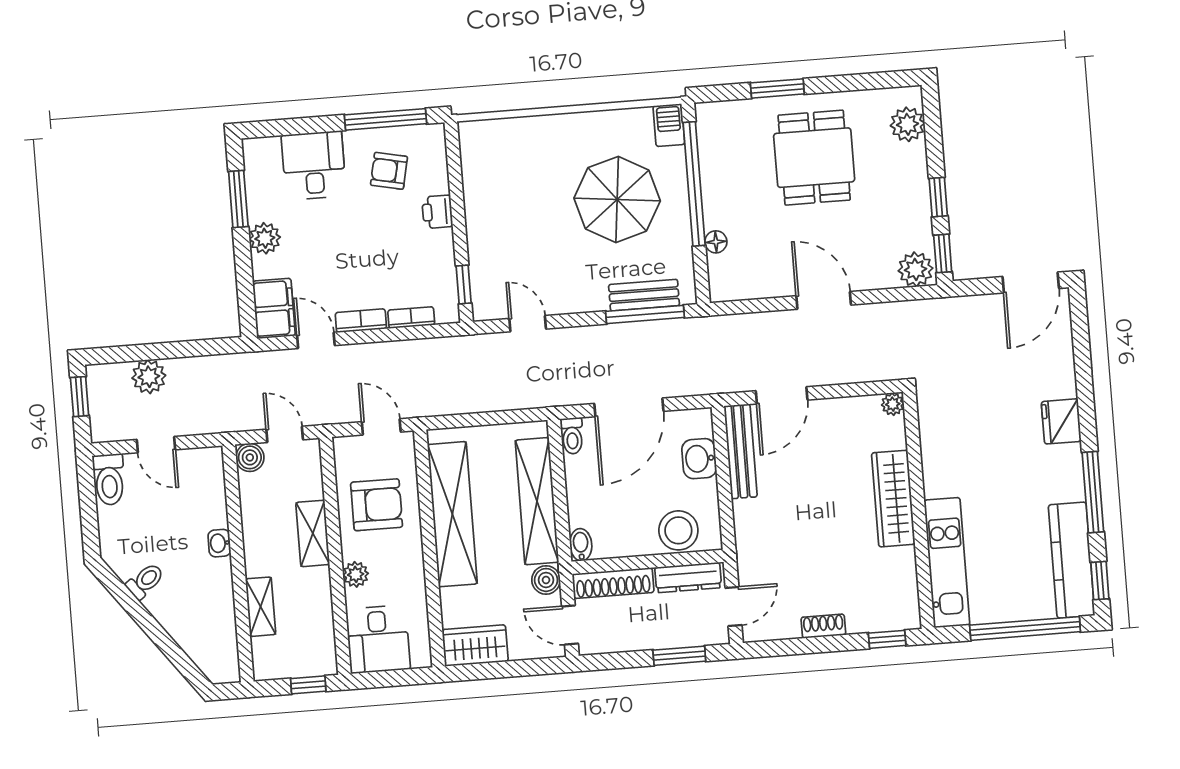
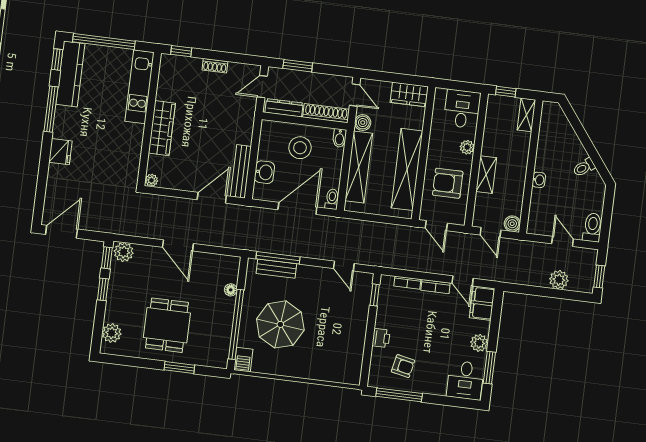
desk: (314, 165) -> (465, 380), moved
stool: (678, 530) -> (300, 148), moved
shelving: (261, 607) -> (526, 115), moved

